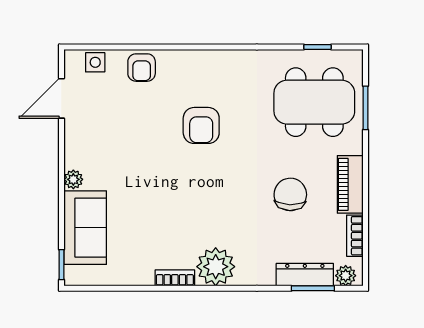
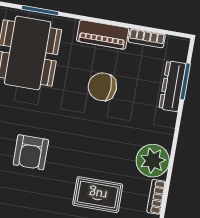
armchair: (201, 125) -> (31, 152), turned 90
rug: (166, 210) -> (98, 195), added
plant: (346, 276) -> (179, 52), removed

